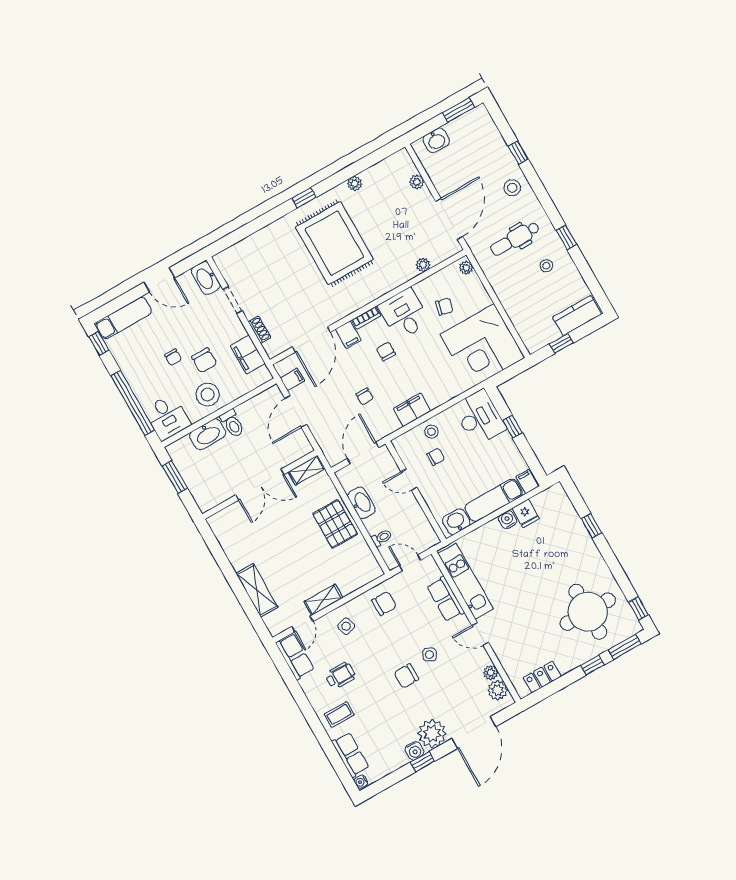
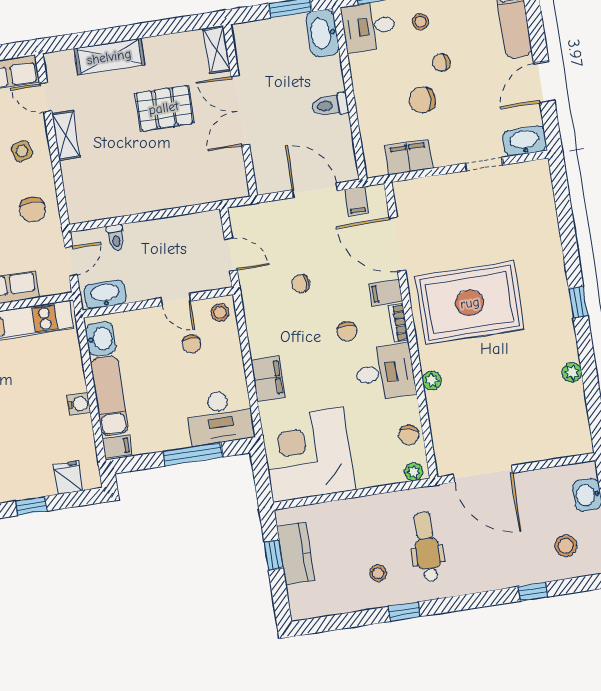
plant: (417, 182) -> (545, 451), removed
stool: (512, 188) -> (566, 546), moved
rug: (334, 243) -> (470, 303), moved
plant: (423, 265) -> (432, 380), moved
chair: (444, 307) -> (409, 435), moved
kitchen counter: (577, 316) -> (296, 553), moved
shoe rack: (259, 330) -> (434, 184), removed
chair: (386, 351) -> (347, 332), turned 90
stool: (208, 395) -> (420, 22), moved, width x0.53, depth x0.53
filing cabinet: (412, 410) -> (268, 379), moved
window: (512, 427) -> (193, 454), width x2.17
stool: (431, 432) -> (220, 313), moved
washbasin: (208, 434) -> (322, 33), moved
door: (363, 453) -> (231, 255), width x0.73
shelving: (306, 470) -> (217, 49), moved
door: (409, 480) -> (176, 300), swing flipped
washbasin: (362, 503) -> (105, 294), moved, turned 180
fridge: (526, 513) -> (68, 478), moved, turned 90
pallet: (335, 524) -> (164, 108), moved

